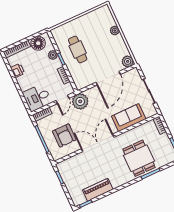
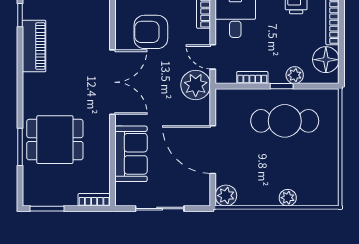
cafe table: (78, 49) -> (285, 121), width x1.37, depth x1.35

